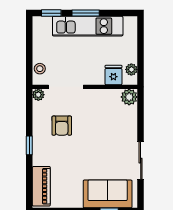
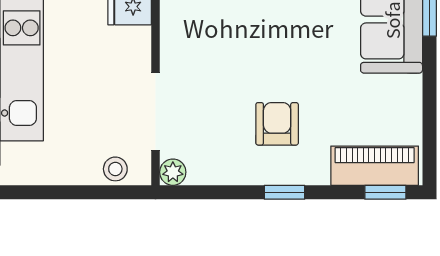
armchair: (62, 126) -> (277, 124), moved, turned -90
window: (29, 191) -> (385, 192), added

